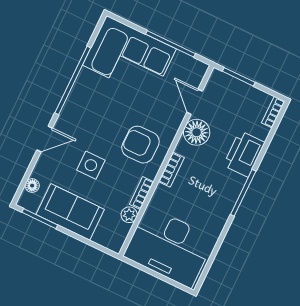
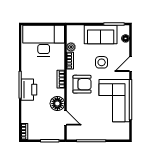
corner sofa: (129, 57) -> (114, 101), moved, turned -90
printer: (244, 154) -> (29, 90), moved

